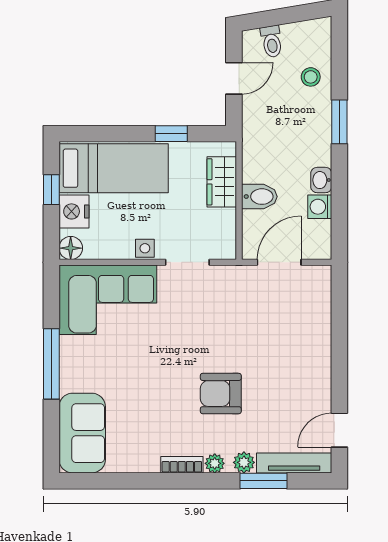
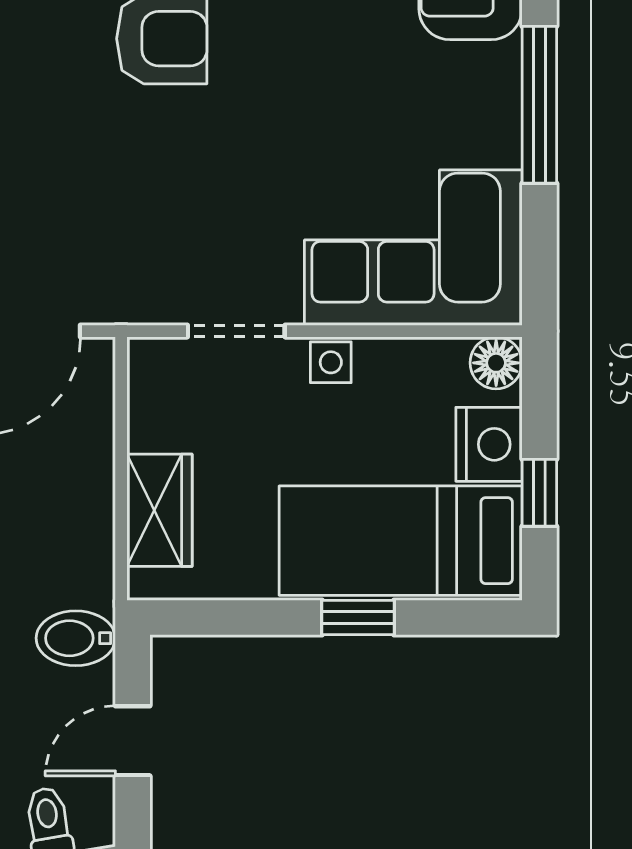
window: (171, 134) -> (358, 617), moved
bidet: (259, 197) -> (76, 638), moved

